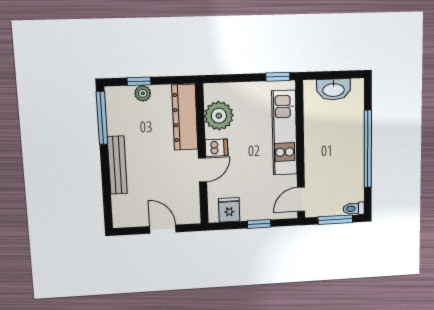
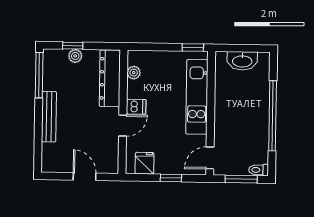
plant: (219, 116) -> (134, 73), width x0.53, depth x0.53

